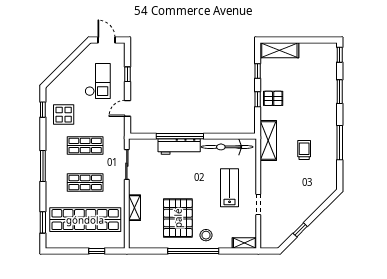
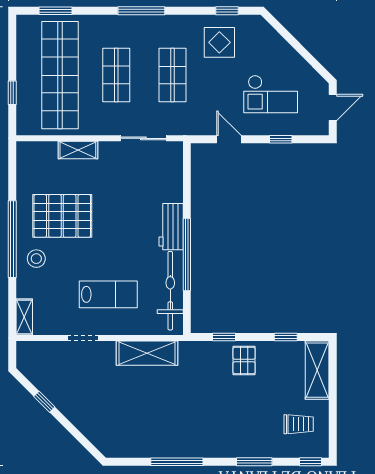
window: (258, 99) -> (224, 337), moved
window: (180, 136) -> (187, 254), moved
shelving: (268, 141) -> (147, 353), moved
workbench: (179, 146) -> (171, 227), width x0.73
trolley: (304, 150) -> (299, 424), moved

